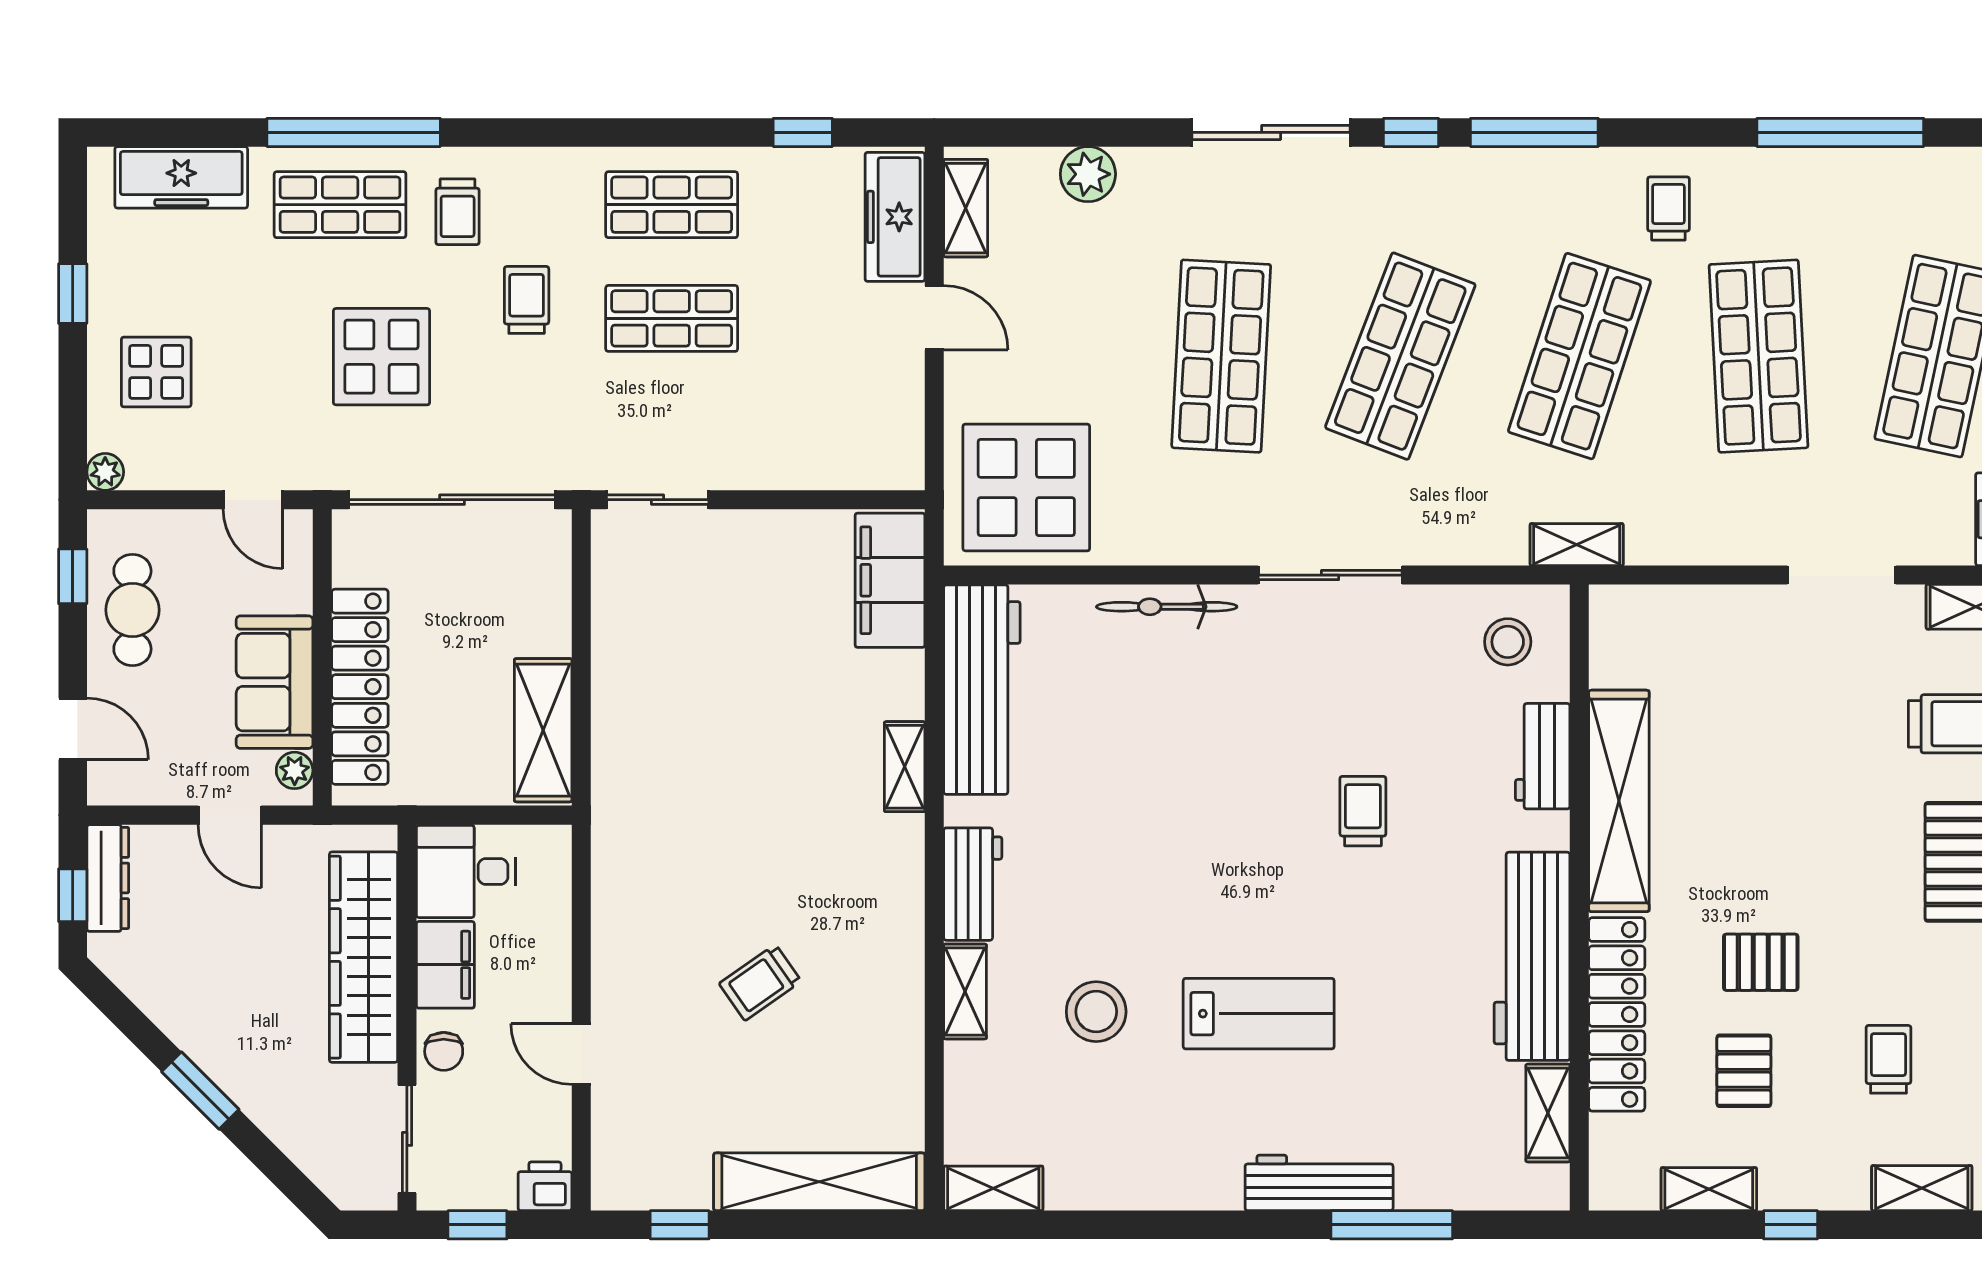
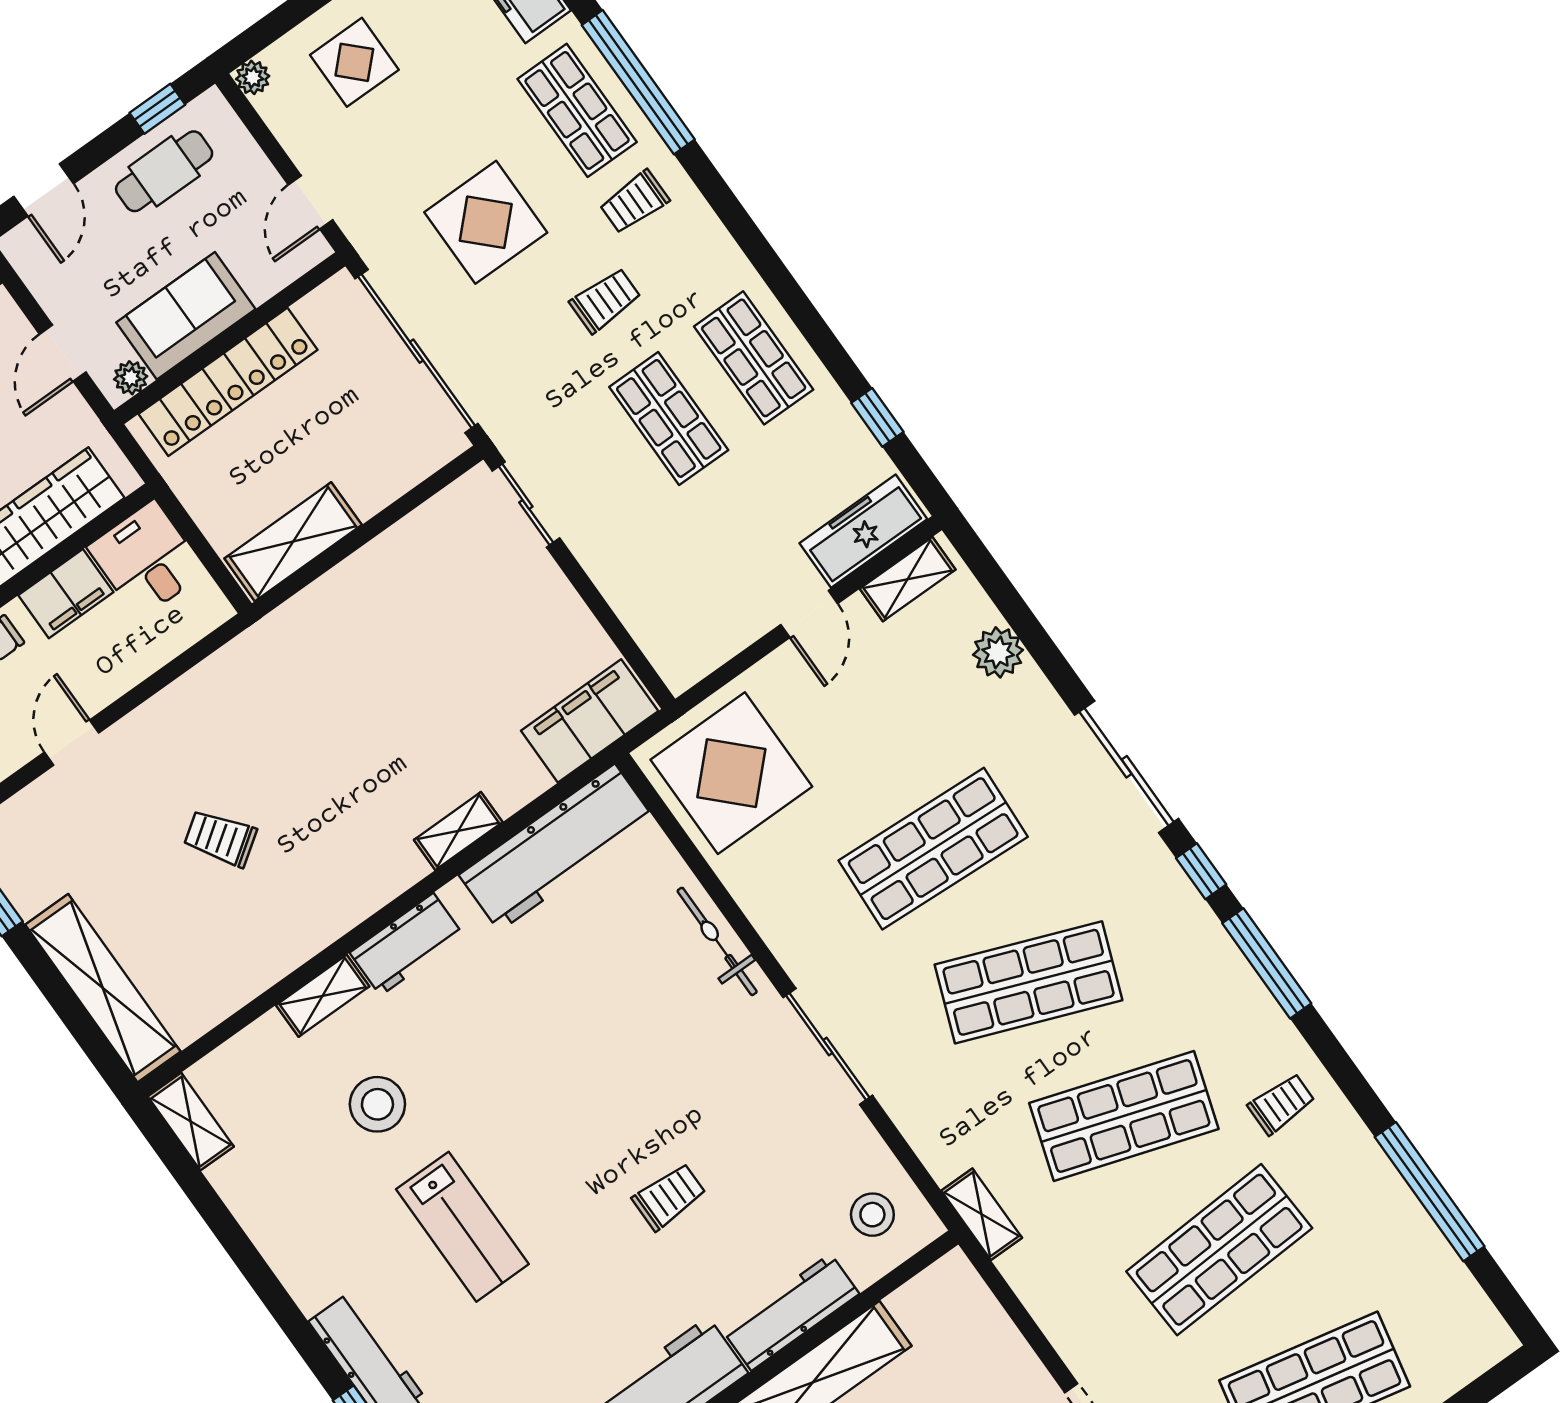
workbench: (1543, 756) -> (791, 1312), width x1.38

